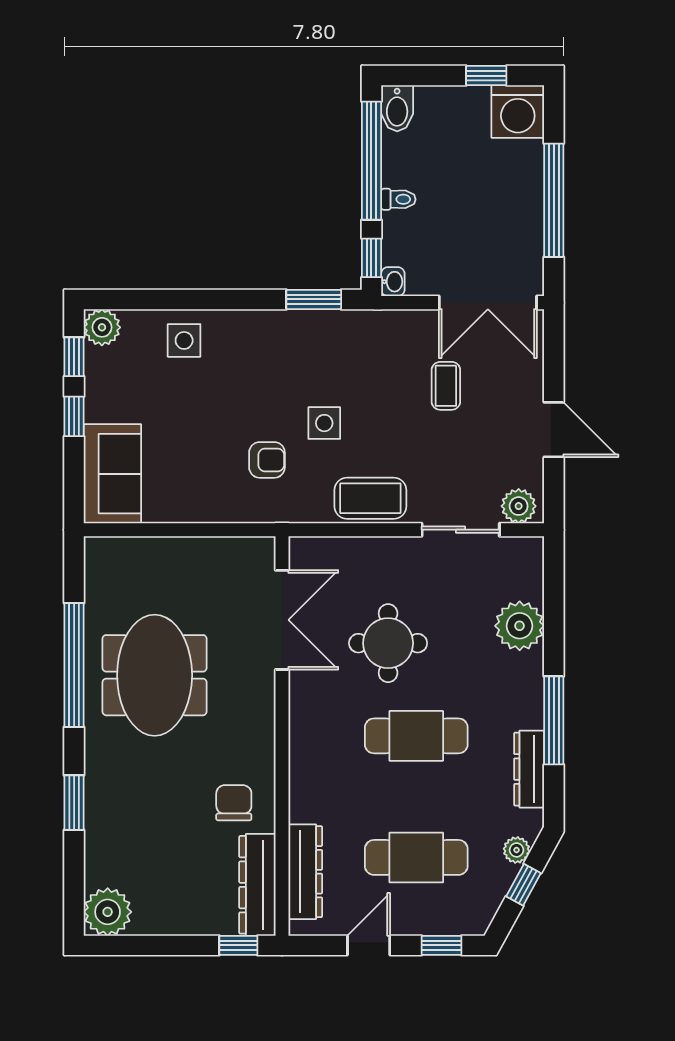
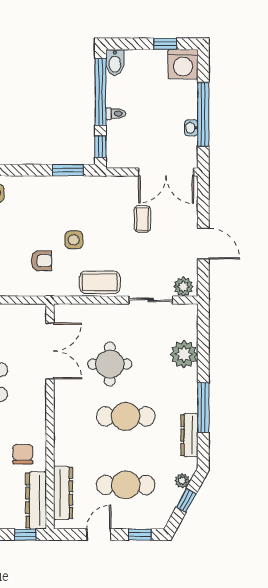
washbasin: (393, 282) -> (191, 128), moved, turned 180

